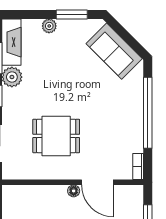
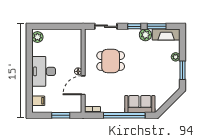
sofa: (114, 51) -> (140, 104), moved, turned 45
dining table: (56, 136) -> (111, 61), turned 90

